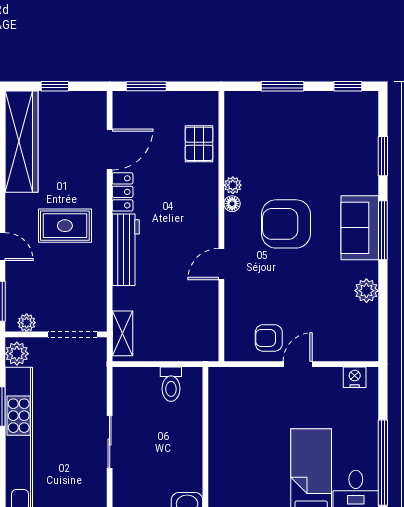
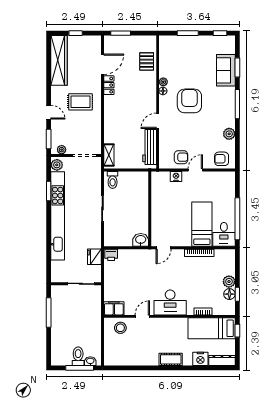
armchair: (286, 224) -> (189, 101), turned 90
sofa: (360, 228) -> (226, 70), moved
workbench: (126, 250) -> (150, 147), moved, turned 180
armchair: (269, 338) -> (181, 157), turned 180
armchair: (351, 341) -> (222, 159), added
nightstand: (355, 377) -> (176, 177), moved
toilet: (171, 384) -> (113, 180), moved

